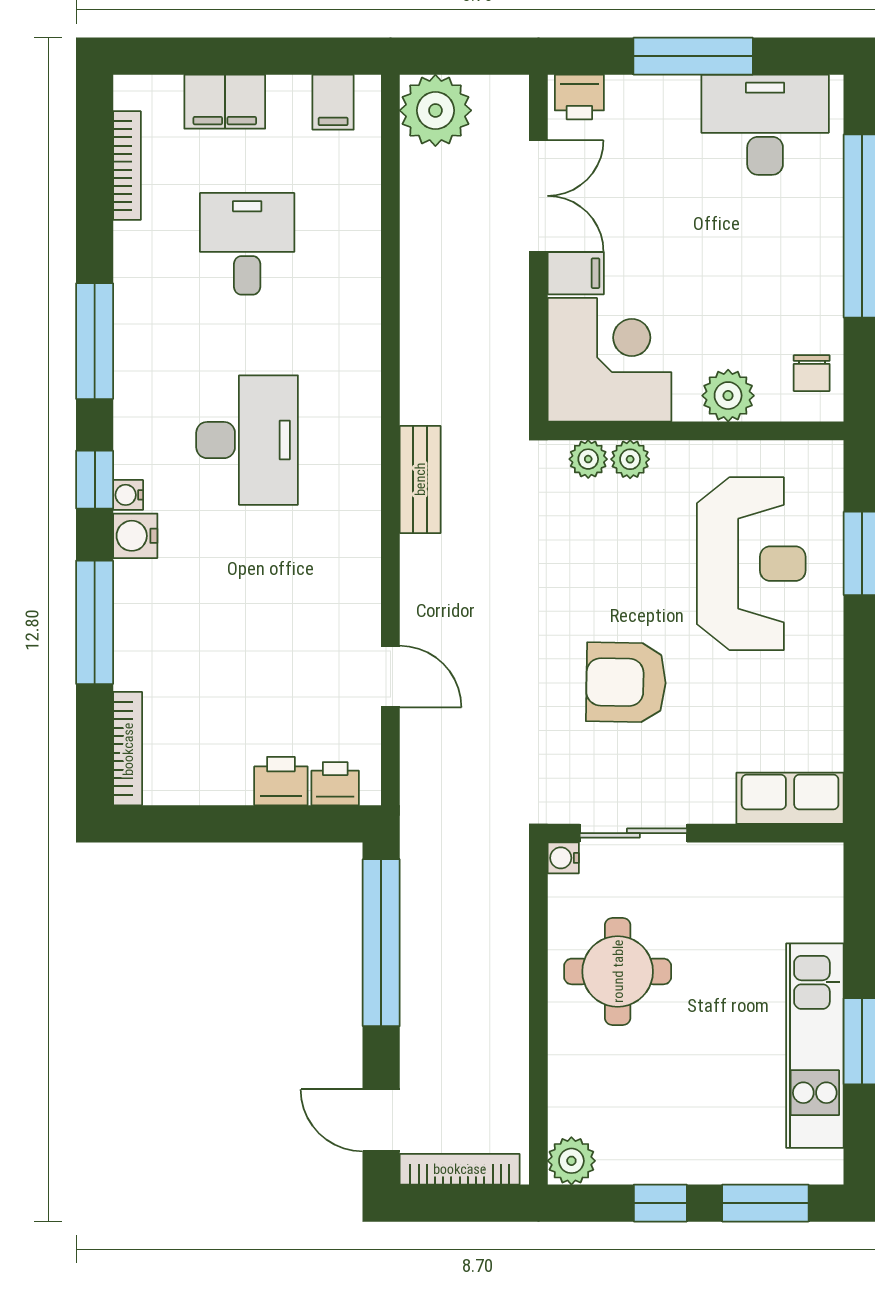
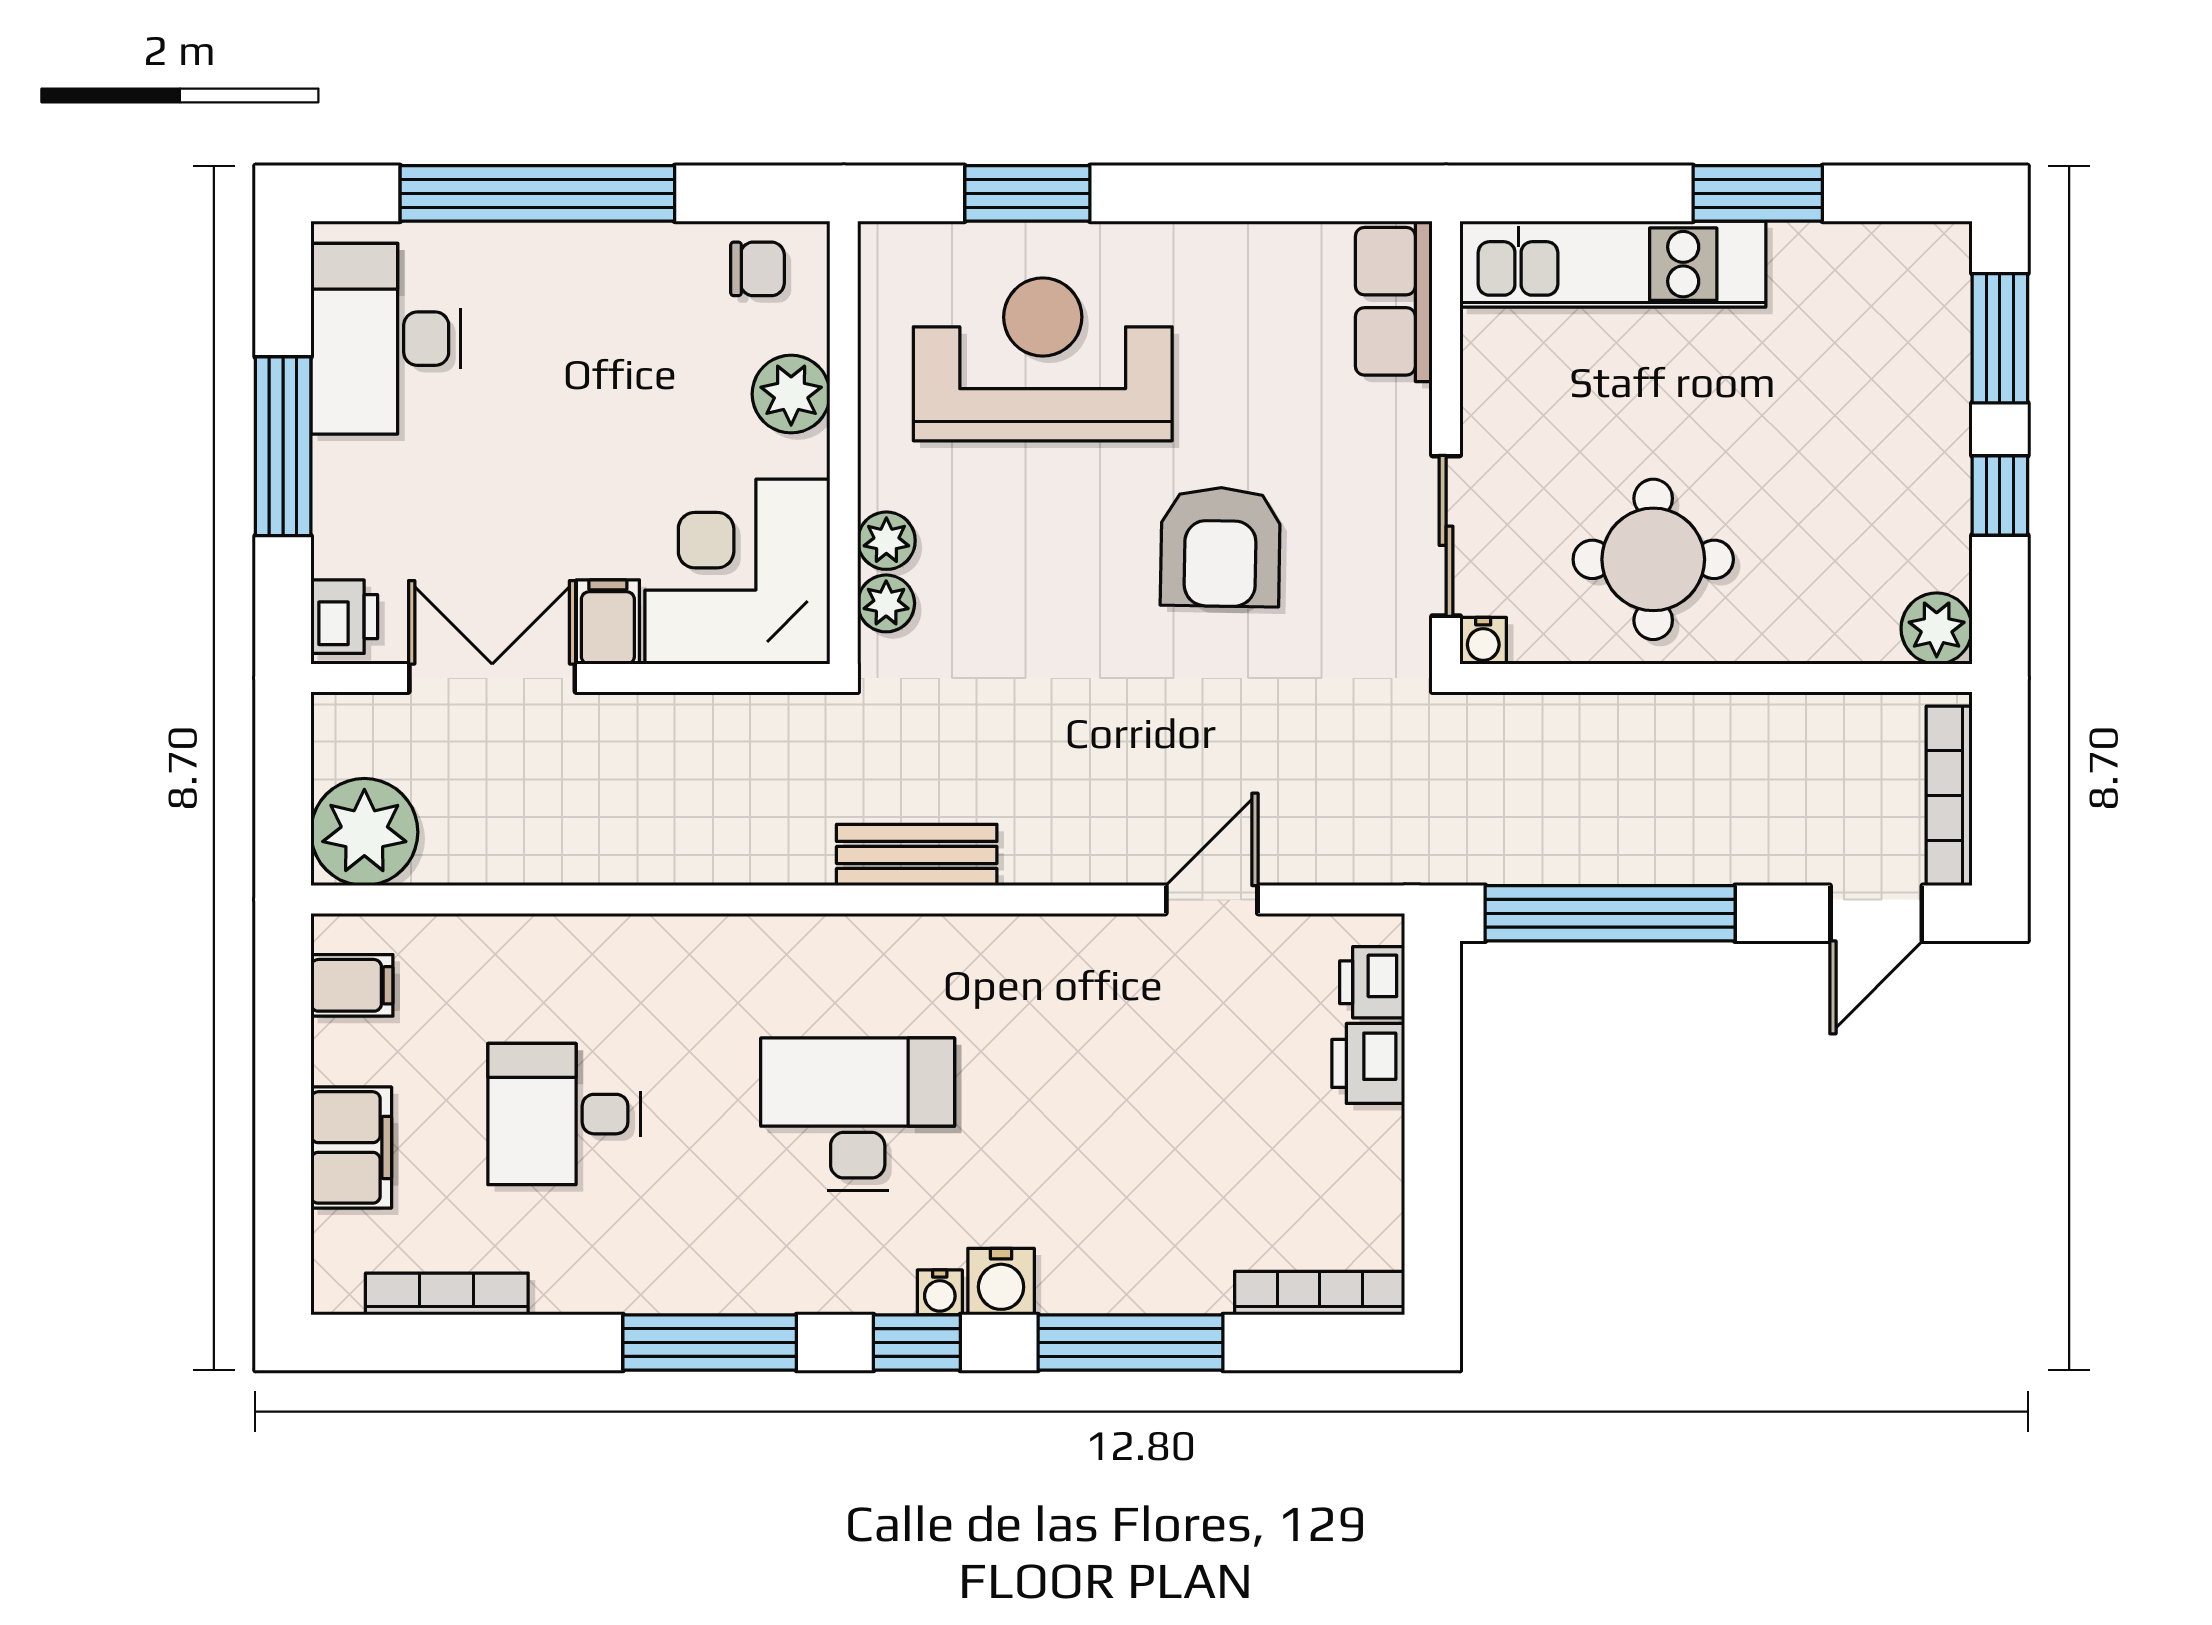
kitchen unit: (815, 1046) -> (1613, 264), moved

